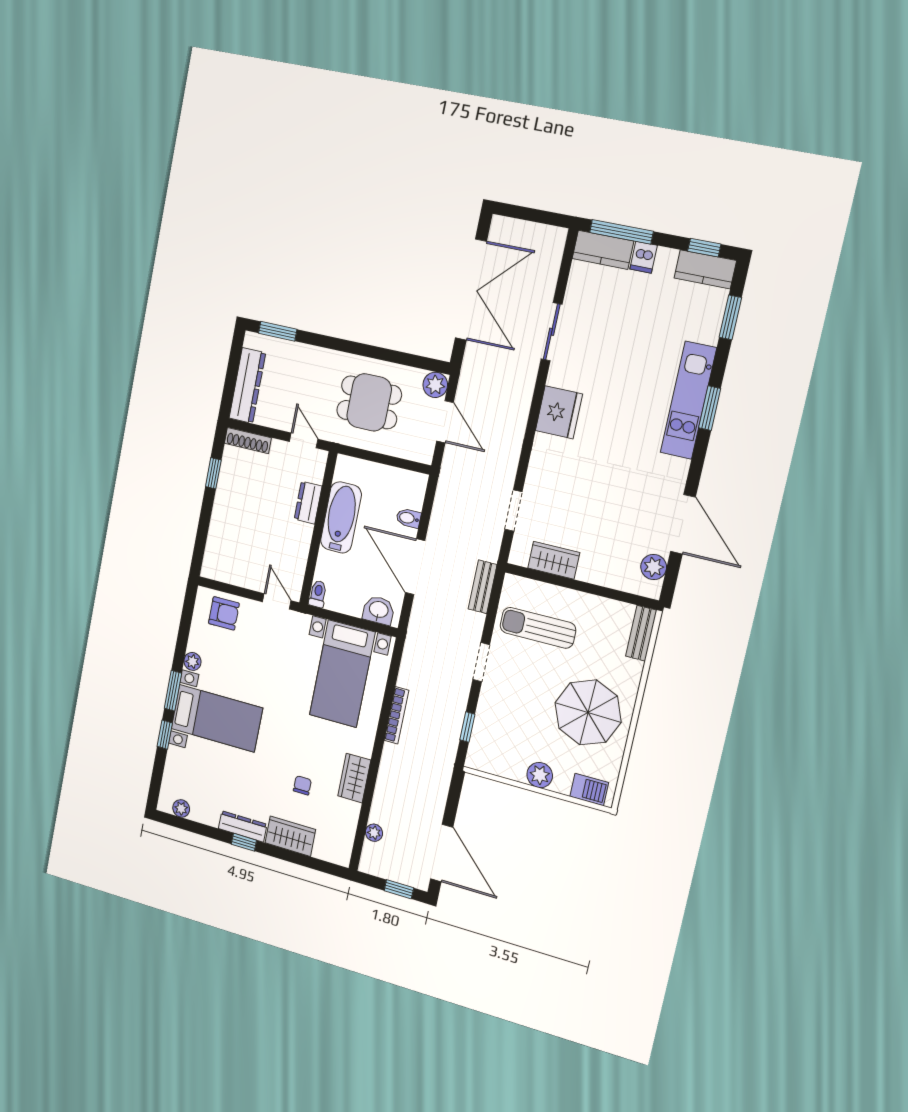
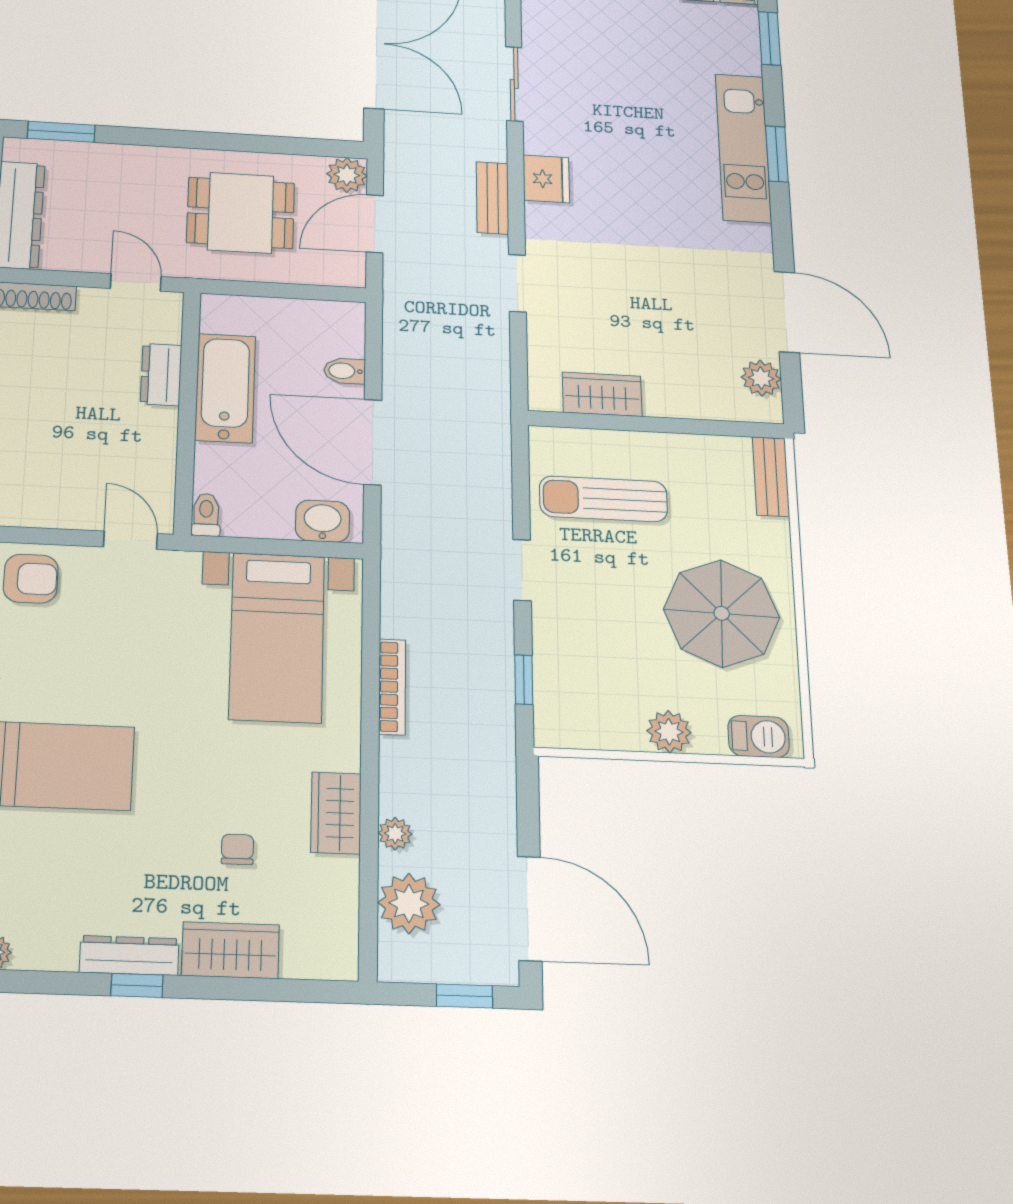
fridge: (559, 412) -> (546, 179), width x0.73, depth x0.75
door: (445, 422) -> (375, 224), swing flipped
doorway: (514, 511) -> (517, 283), moved
bench: (483, 587) -> (493, 198), moved
plant: (382, 796) -> (395, 834), added
plant: (374, 833) -> (409, 903), width x1.88, depth x1.88

